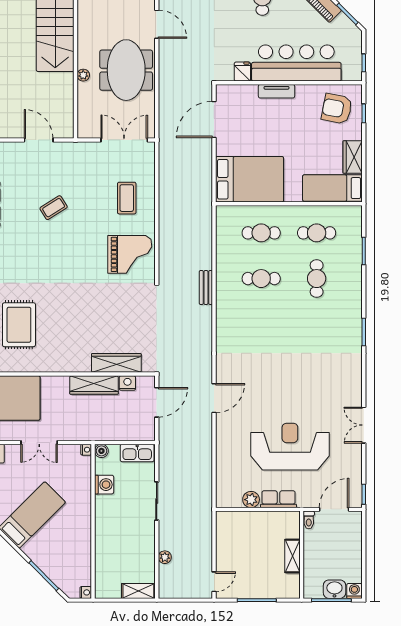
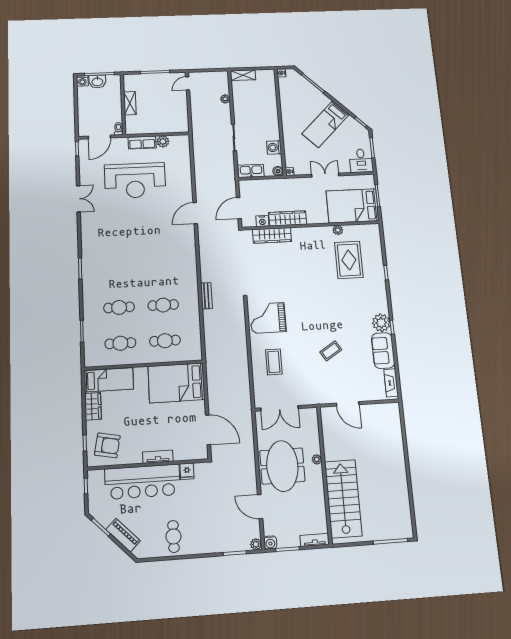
door: (214, 119) -> (208, 430), hinge flipped
cafe table: (317, 279) -> (119, 307), turned 90
plant: (29, 366) -> (338, 230), added

